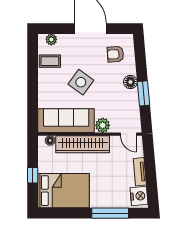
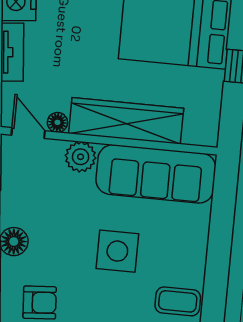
side table: (81, 82) -> (117, 251), turned -36
floor lamp: (50, 141) -> (57, 122), moved

